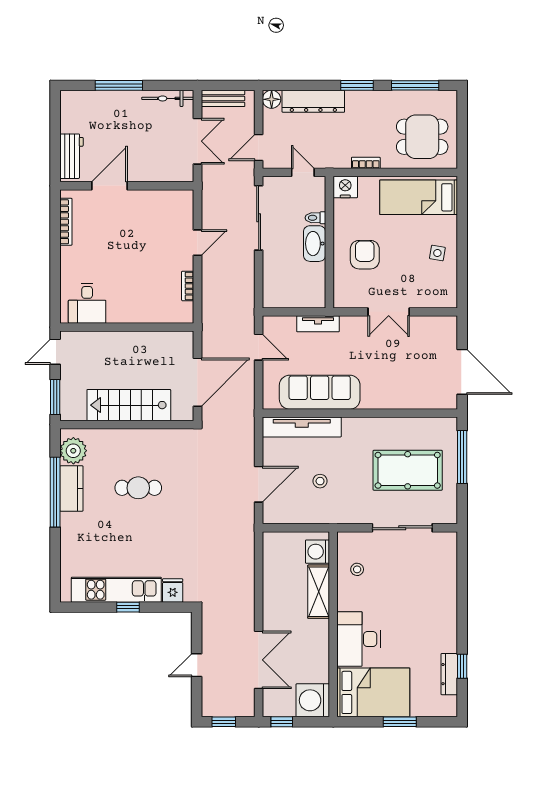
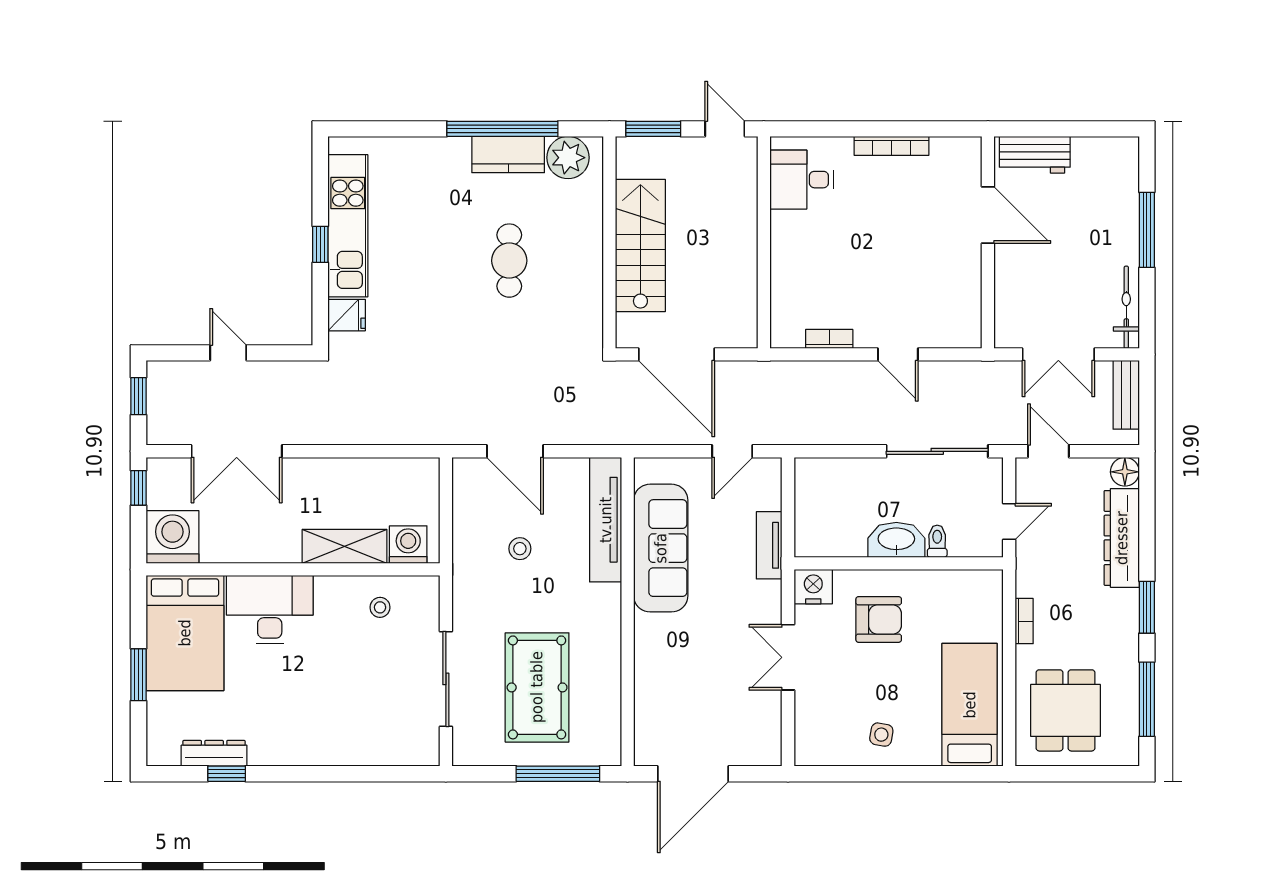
nightstand: (345, 187) -> (813, 587), moved, turned -90
bookcase: (66, 222) -> (892, 146), moved

